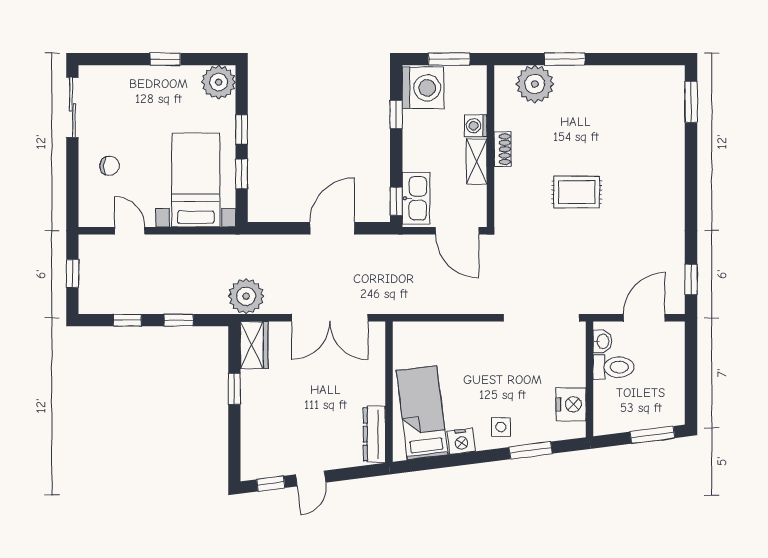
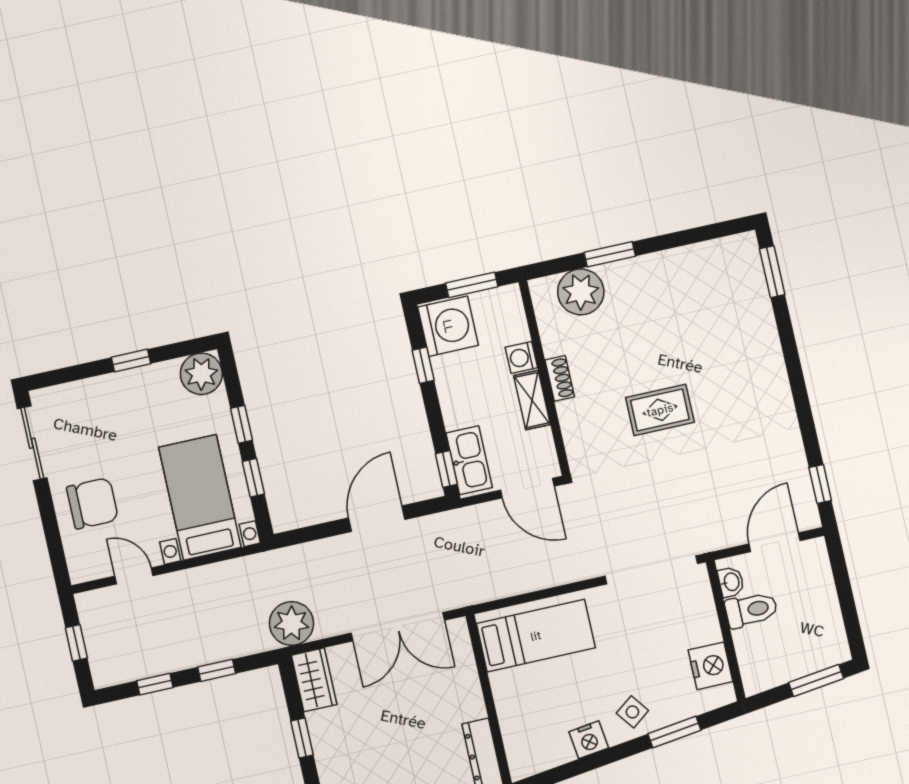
chair: (110, 166) -> (92, 503), width x1.87, depth x1.87
bed: (422, 413) -> (536, 636), moved, turned 97
side table: (501, 427) -> (632, 712), turned -37

